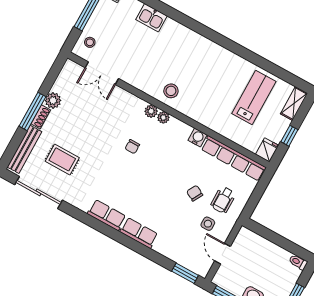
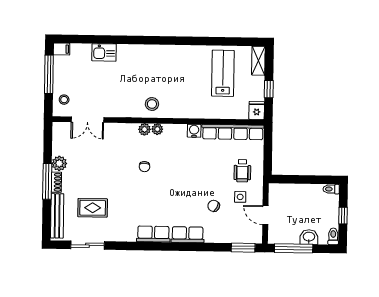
sliding door: (38, 192) -> (87, 245), width x0.73
chair: (195, 193) -> (214, 206), moved

